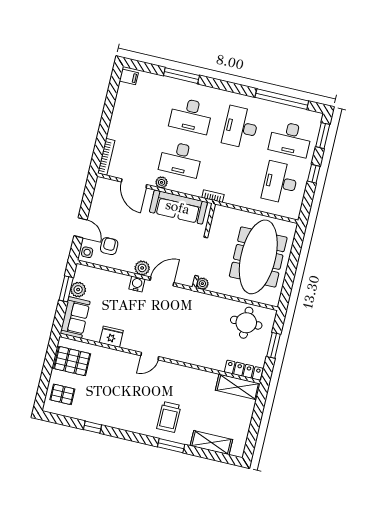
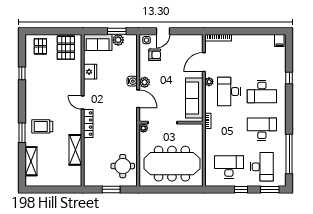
window: (181, 76) -> (289, 78), width x0.46
desk: (191, 116) -> (262, 92), turned -90
desk: (290, 139) -> (262, 167), turned 180
locker: (244, 370) -> (88, 124), moved
shelving: (238, 387) -> (75, 150), moved

